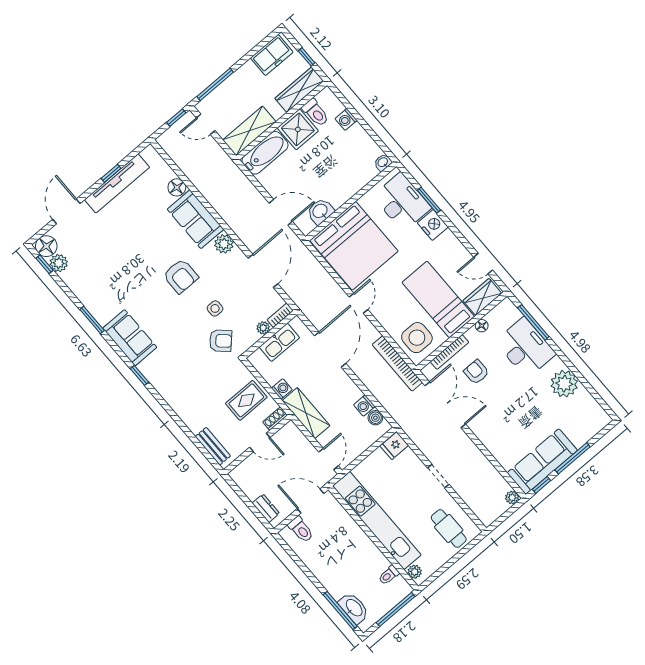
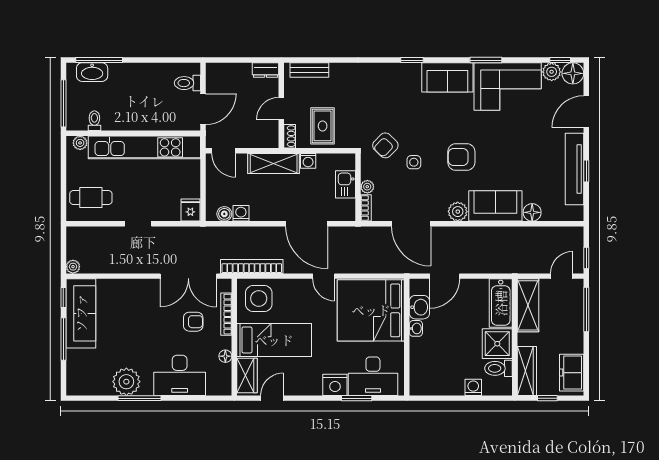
washbasin: (383, 162) -> (416, 328), moved
door: (66, 211) -> (586, 112), swing flipped
corner sofa: (98, 287) -> (508, 87), added
window: (533, 322) -> (139, 398), moved
kitchen sink: (279, 342) -> (345, 184), width x0.73
dresser: (266, 508) -> (266, 70), moved

